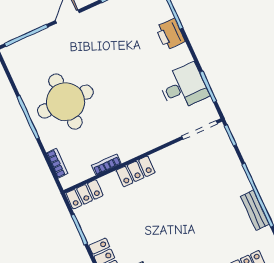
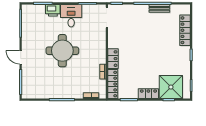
desk: (183, 87) -> (71, 16), moved
round table: (65, 102) -> (62, 51), moved
locker: (85, 194) -> (113, 84), width x1.53

